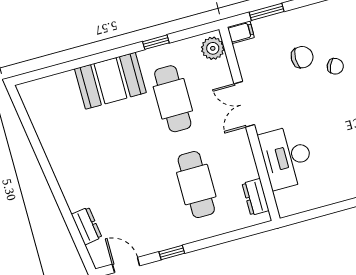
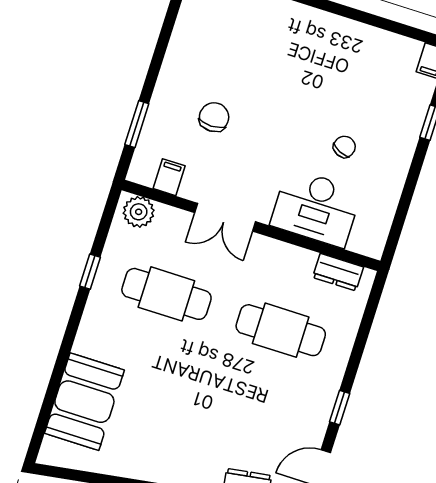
filing cabinet: (241, 32) -> (169, 177), moved
chair: (335, 66) -> (344, 147), moved
booth: (110, 81) -> (84, 402), moved

